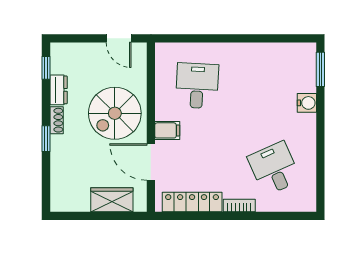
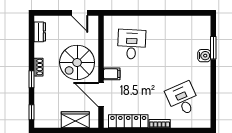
window: (46, 68) -> (32, 112), moved
window: (320, 69) -> (213, 48), moved
dresser: (59, 90) -> (40, 32), moved

